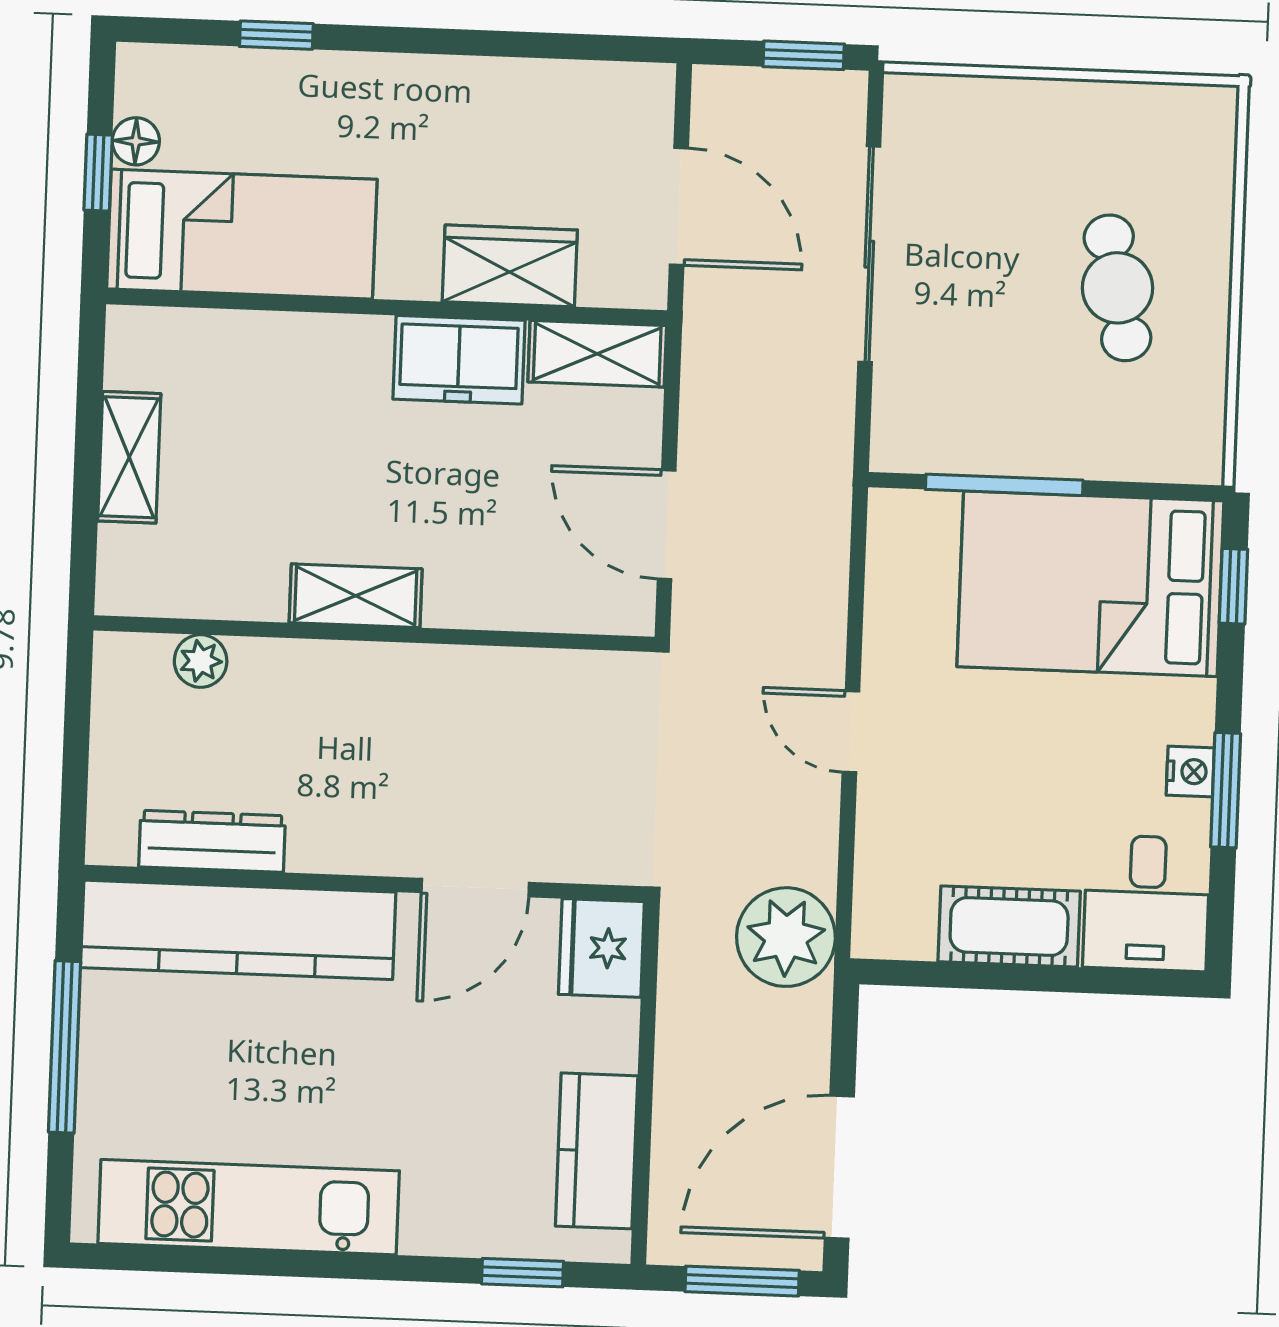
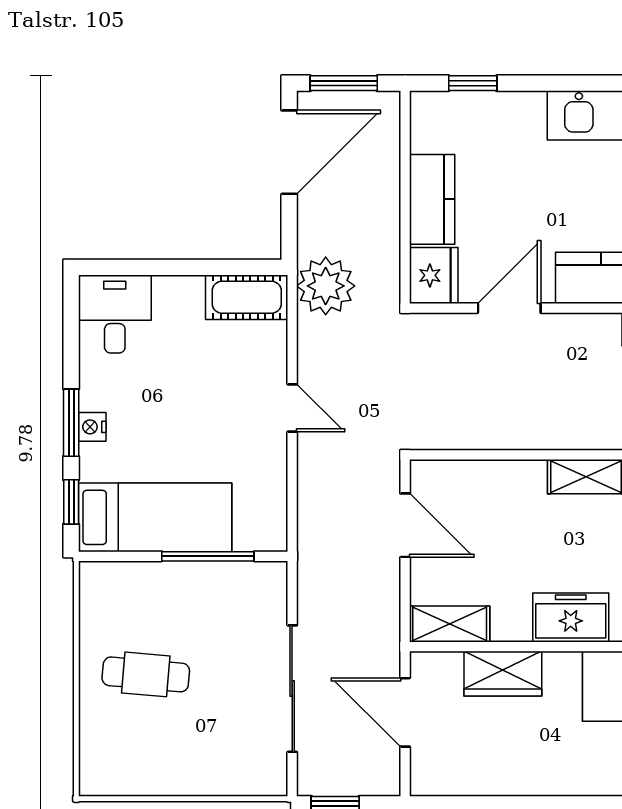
cafe table: (1117, 288) -> (146, 674), turned -73
freezer: (459, 360) -> (571, 617), moved
bed: (1090, 584) -> (155, 517), width x0.67
nightstand: (1190, 771) -> (92, 427), moved
window: (1226, 790) -> (71, 423), moved
cot: (1009, 926) -> (247, 297), moved
kitchen counter: (597, 1151) -> (432, 199), moved

